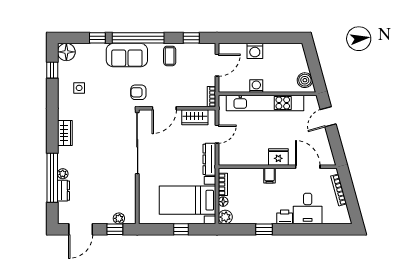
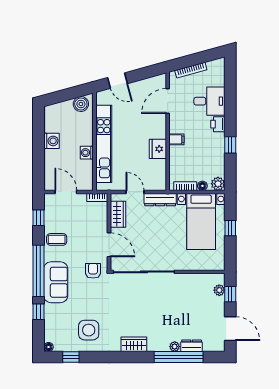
washing machine: (255, 51) -> (52, 141), moved
floor lamp: (66, 52) -> (49, 347), width x0.53, depth x0.53
side table: (79, 88) -> (89, 330), width x1.87, depth x1.87
armchair: (138, 92) -> (93, 271), turned 180
fridge: (278, 157) -> (158, 149), moved

